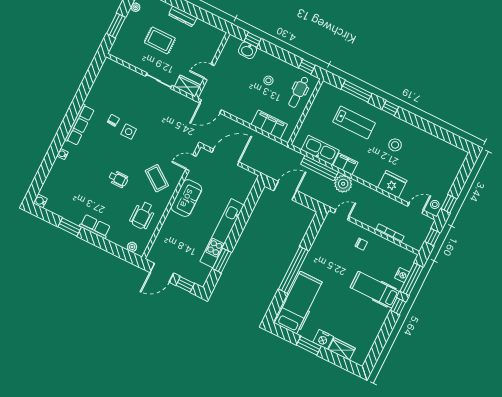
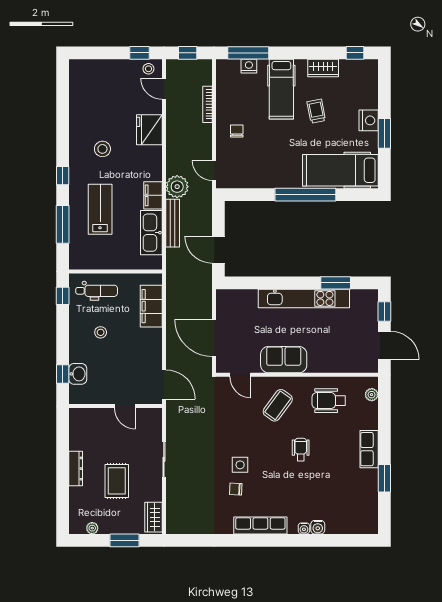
wardrobe: (187, 86) -> (153, 517), moved
water cooler: (40, 201) -> (318, 527), moved
wheelchair: (143, 215) -> (329, 401), turned 180
trolley: (348, 306) -> (316, 111), added
window: (398, 306) -> (355, 53), moved
wardrobe: (342, 349) -> (323, 68), moved, turned -90

